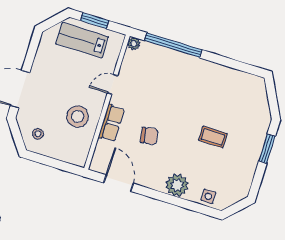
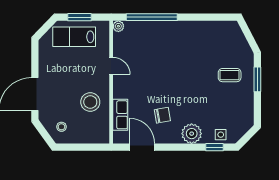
door: (112, 84) -> (111, 66), swing flipped
row of seats: (111, 123) -> (120, 115), moved
chair: (149, 136) -> (162, 115), moved
coffee table: (213, 137) -> (230, 75), moved
window: (197, 208) -> (215, 147), added

